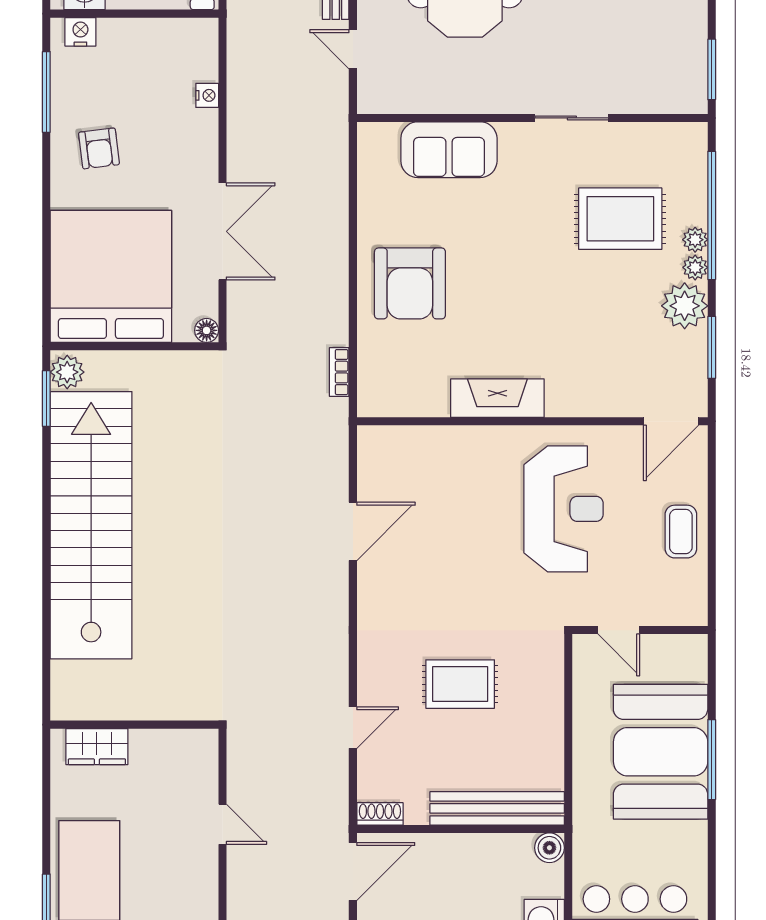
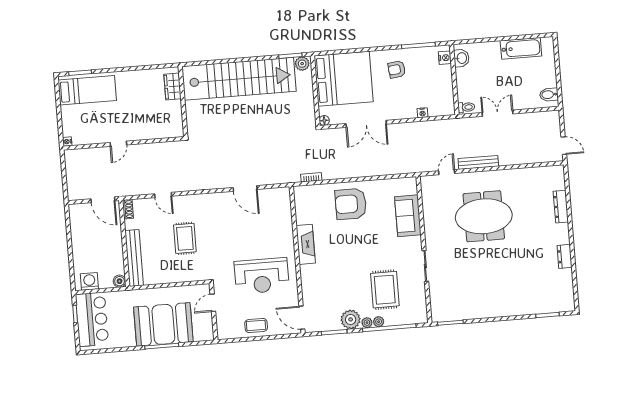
wall: (134, 725) -> (183, 101), moved
wardrobe: (97, 747) -> (172, 87), moved

